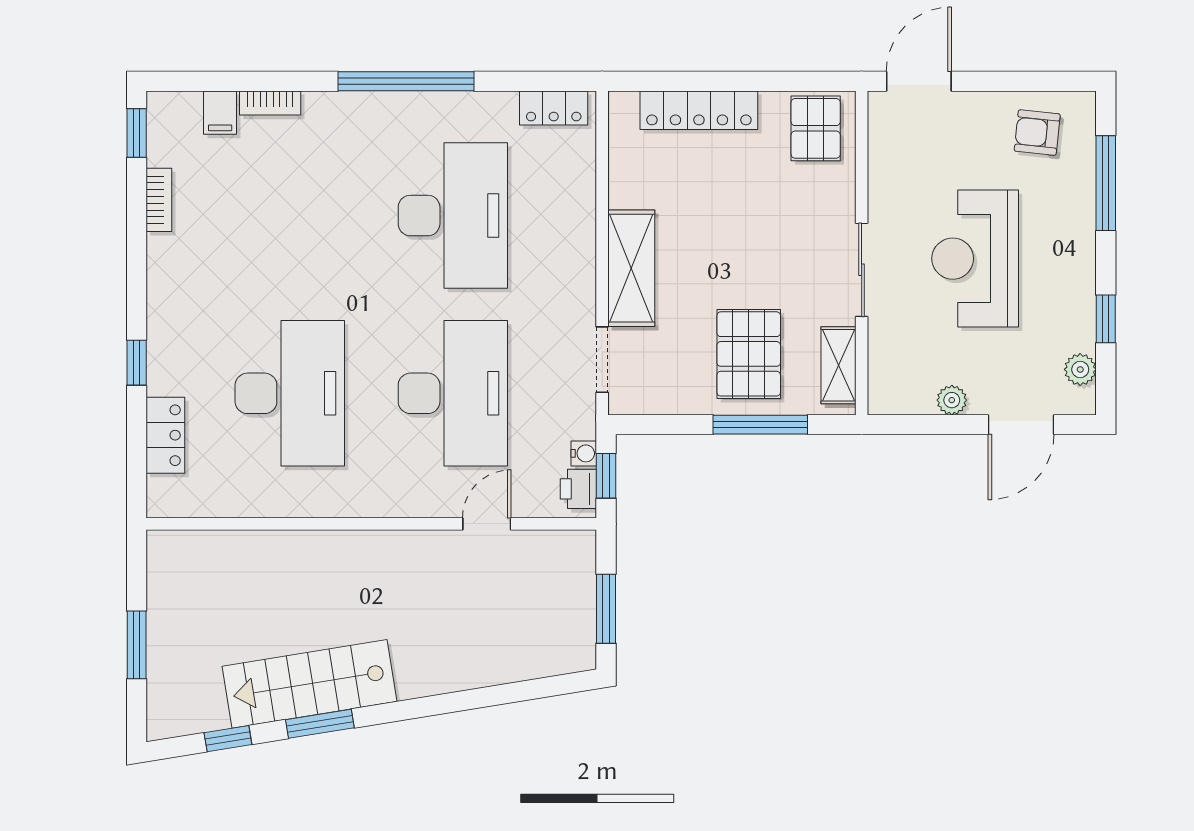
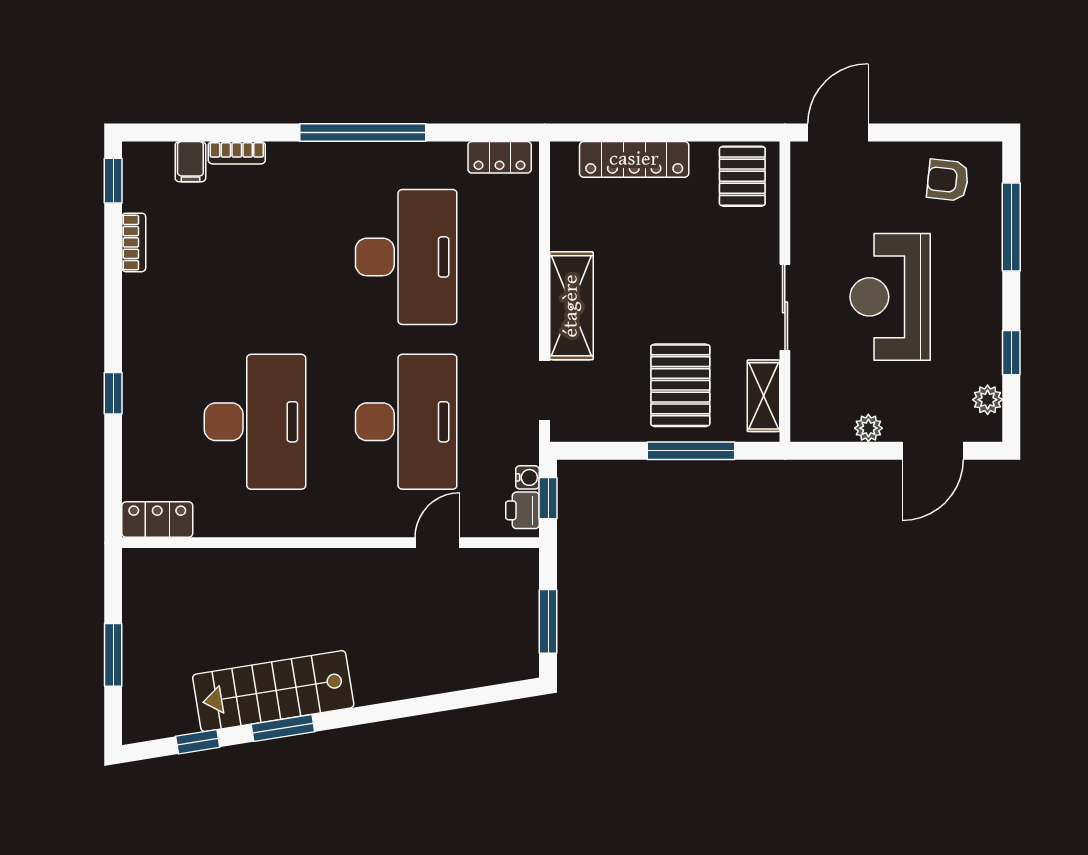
locker: (165, 435) -> (157, 520), moved, turned -90

